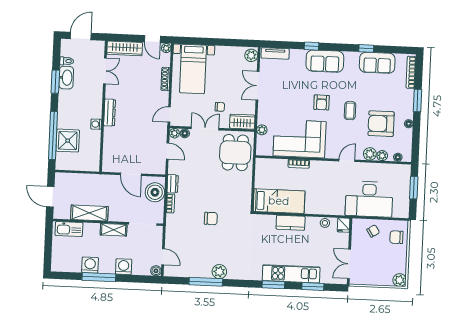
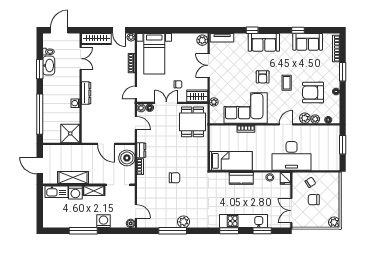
shower: (68, 141) -> (70, 133), moved
desk: (369, 199) -> (292, 156), moved
chair: (396, 237) -> (314, 200), moved
washing machine: (90, 265) -> (75, 192), moved, turned 180

